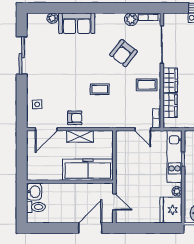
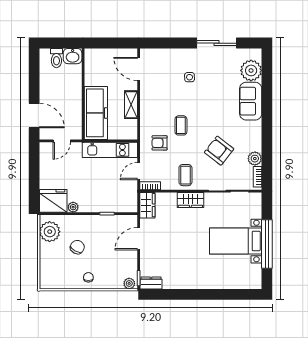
plant: (52, 18) -> (251, 70), width x1.88, depth x1.88
side table: (37, 104) -> (190, 77), moved
wardrobe: (170, 106) -> (147, 205), moved, turned -90
armchair: (75, 118) -> (160, 143), moved, turned 90
kitchen unit: (175, 156) -> (110, 150), moved, turned 180

